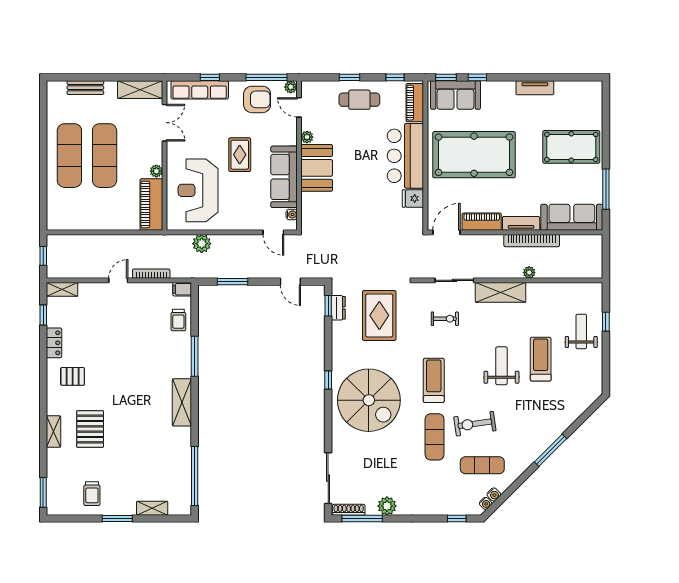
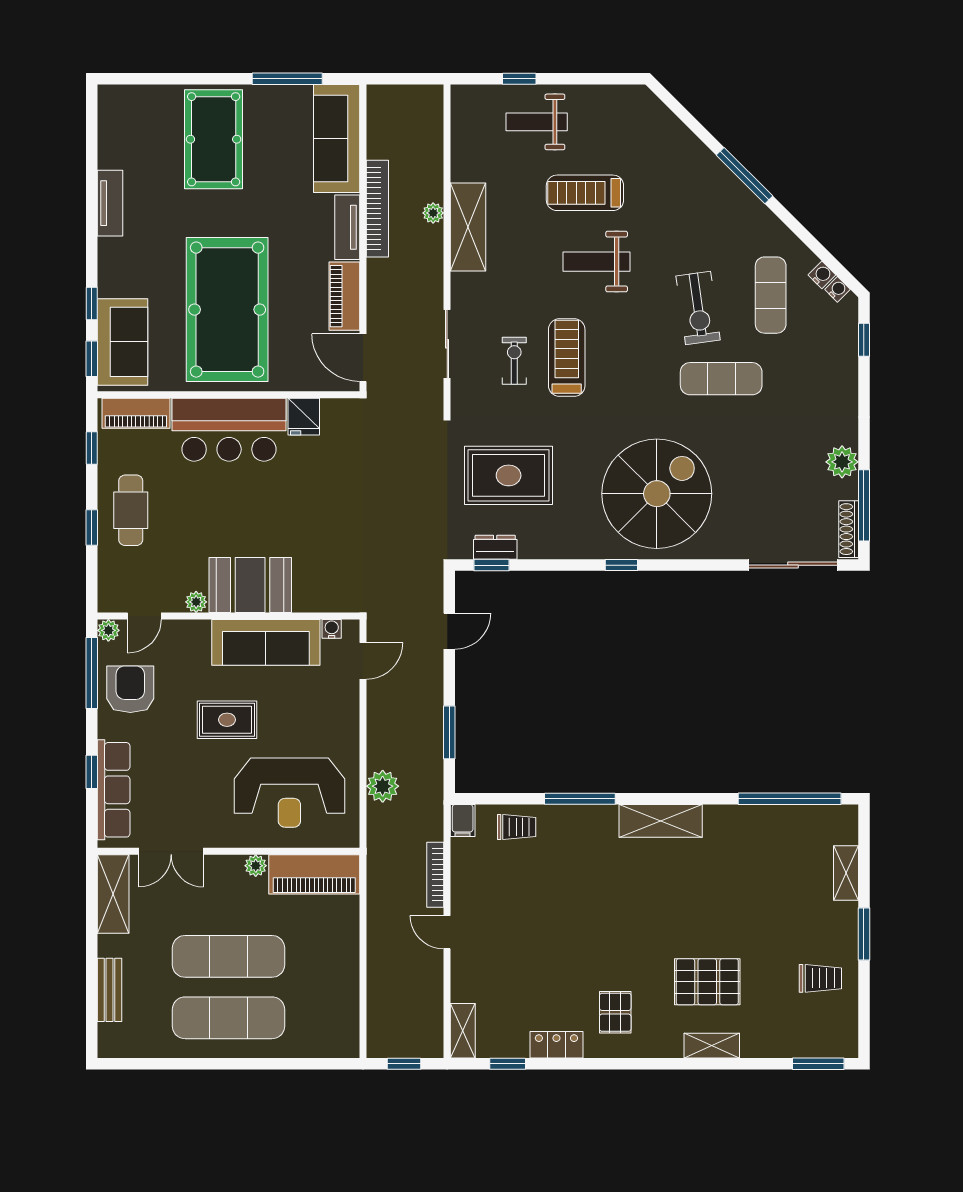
double door: (165, 123) -> (171, 851), swing flipped
shelving: (501, 292) -> (468, 227), moved
treadmill: (434, 380) -> (567, 358), moved, turned 90

